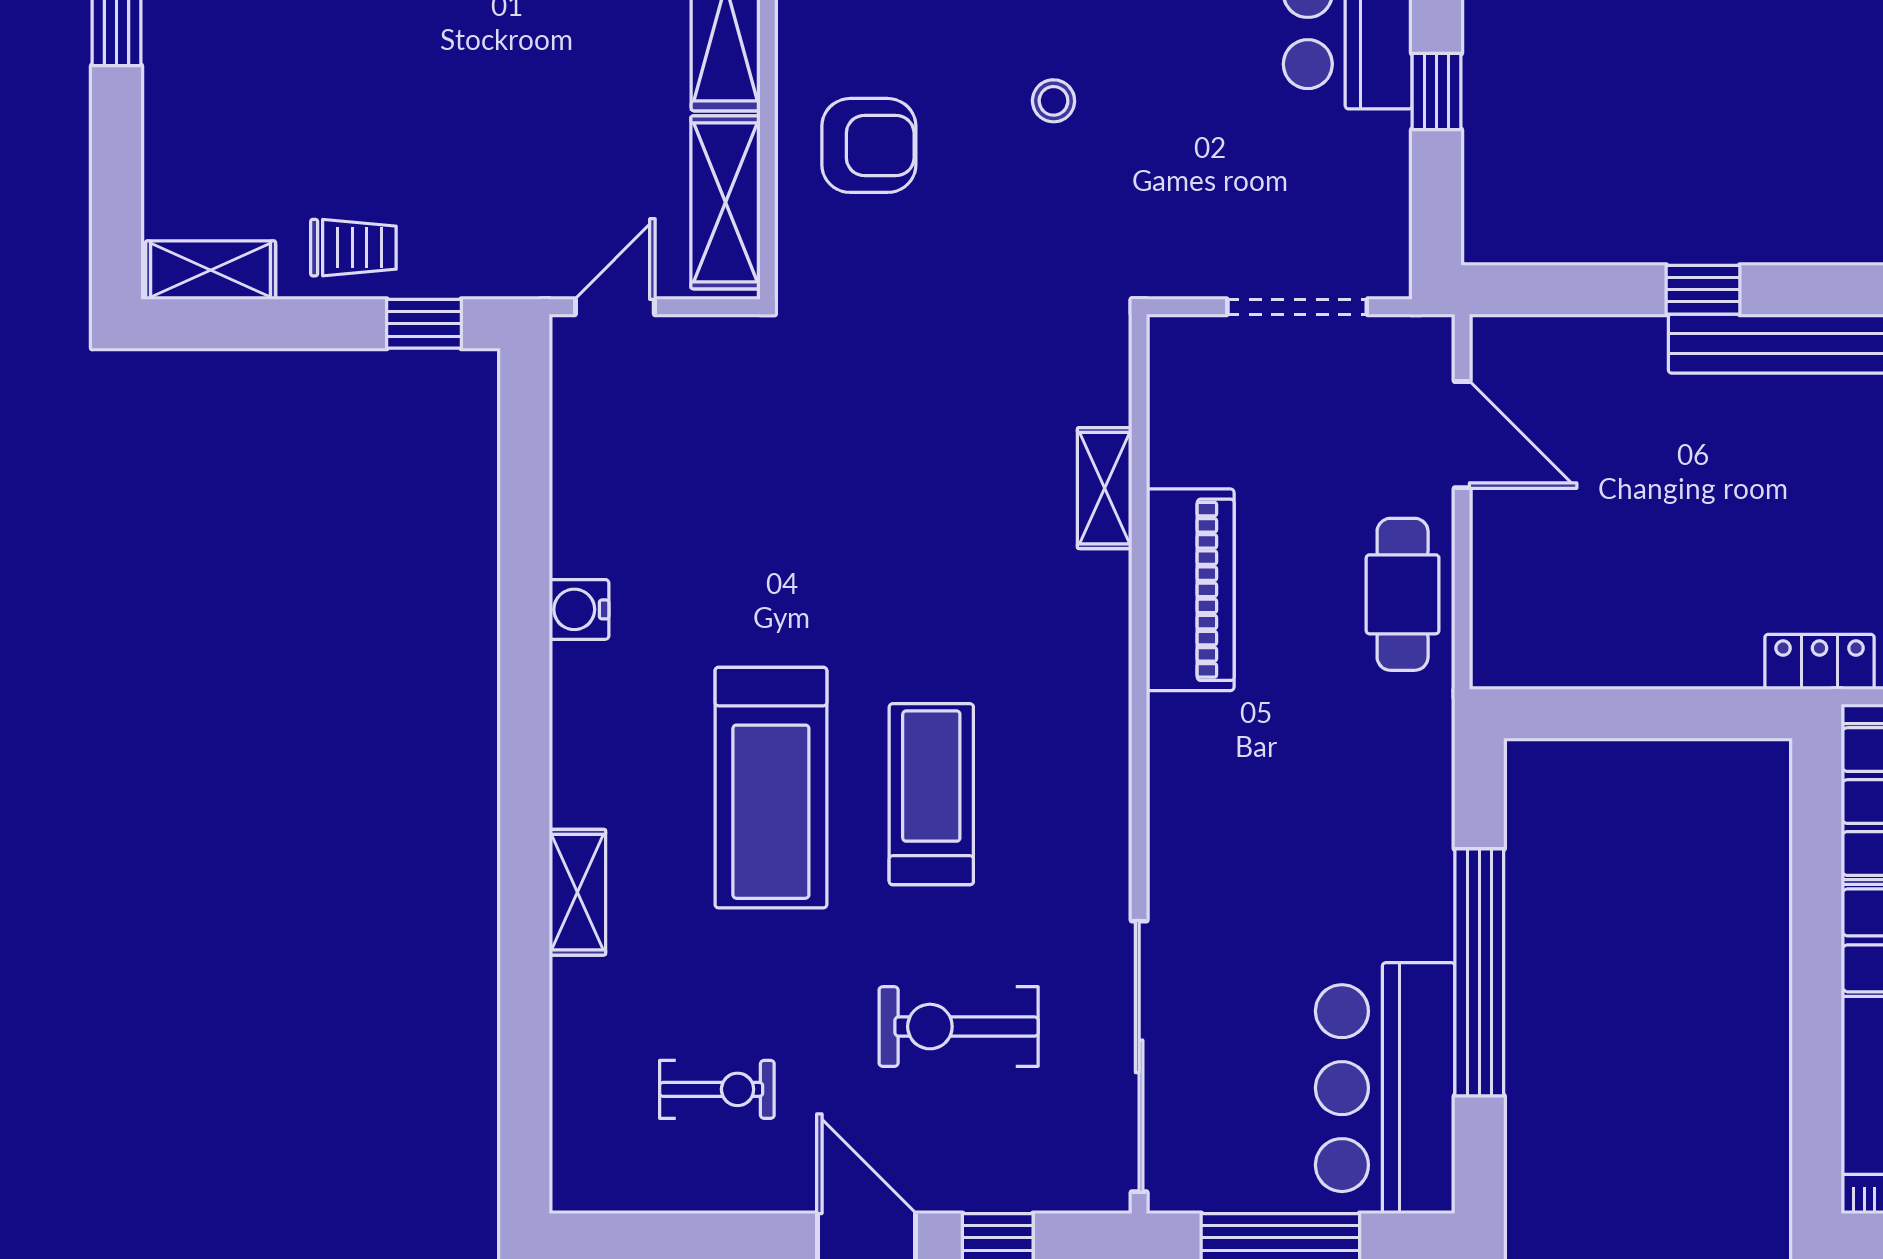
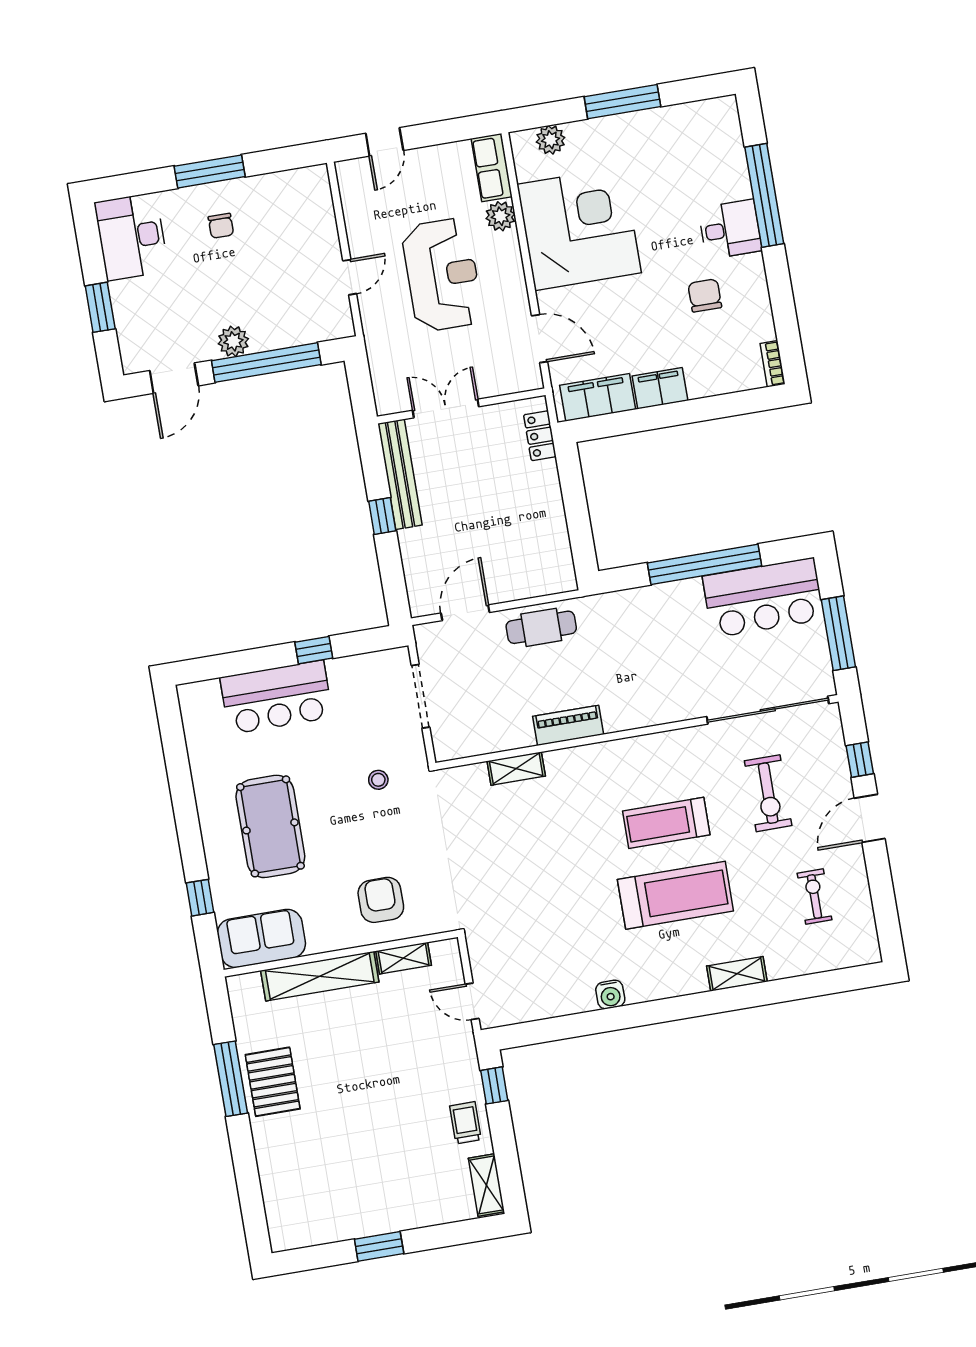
stool: (1054, 101) -> (378, 780), moved
shelving: (725, 202) -> (404, 958), width x0.67, depth x0.75
piano: (1190, 590) -> (568, 725), width x0.73, depth x0.75

